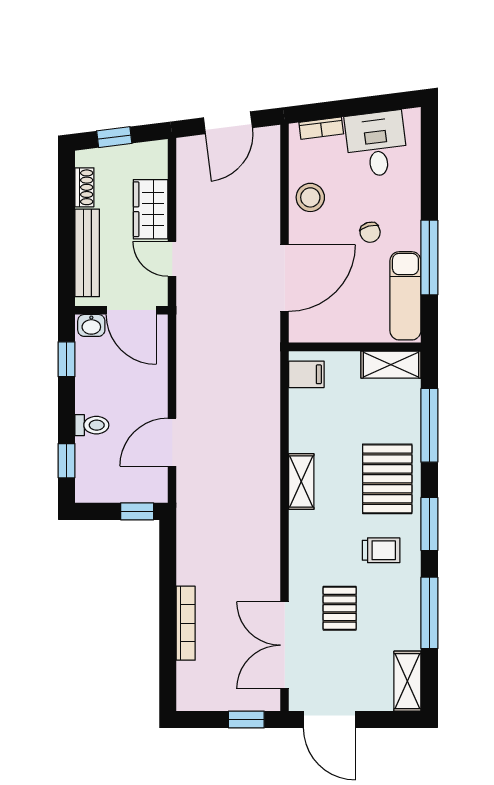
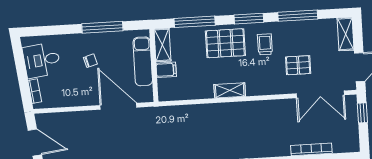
stool: (310, 197) -> (73, 95), removed
exam couch: (405, 296) -> (143, 61), moved, turned 90
filing cabinet: (306, 374) -> (166, 70), moved, turned 90
shelving: (407, 681) -> (346, 34), moved, turned 90

